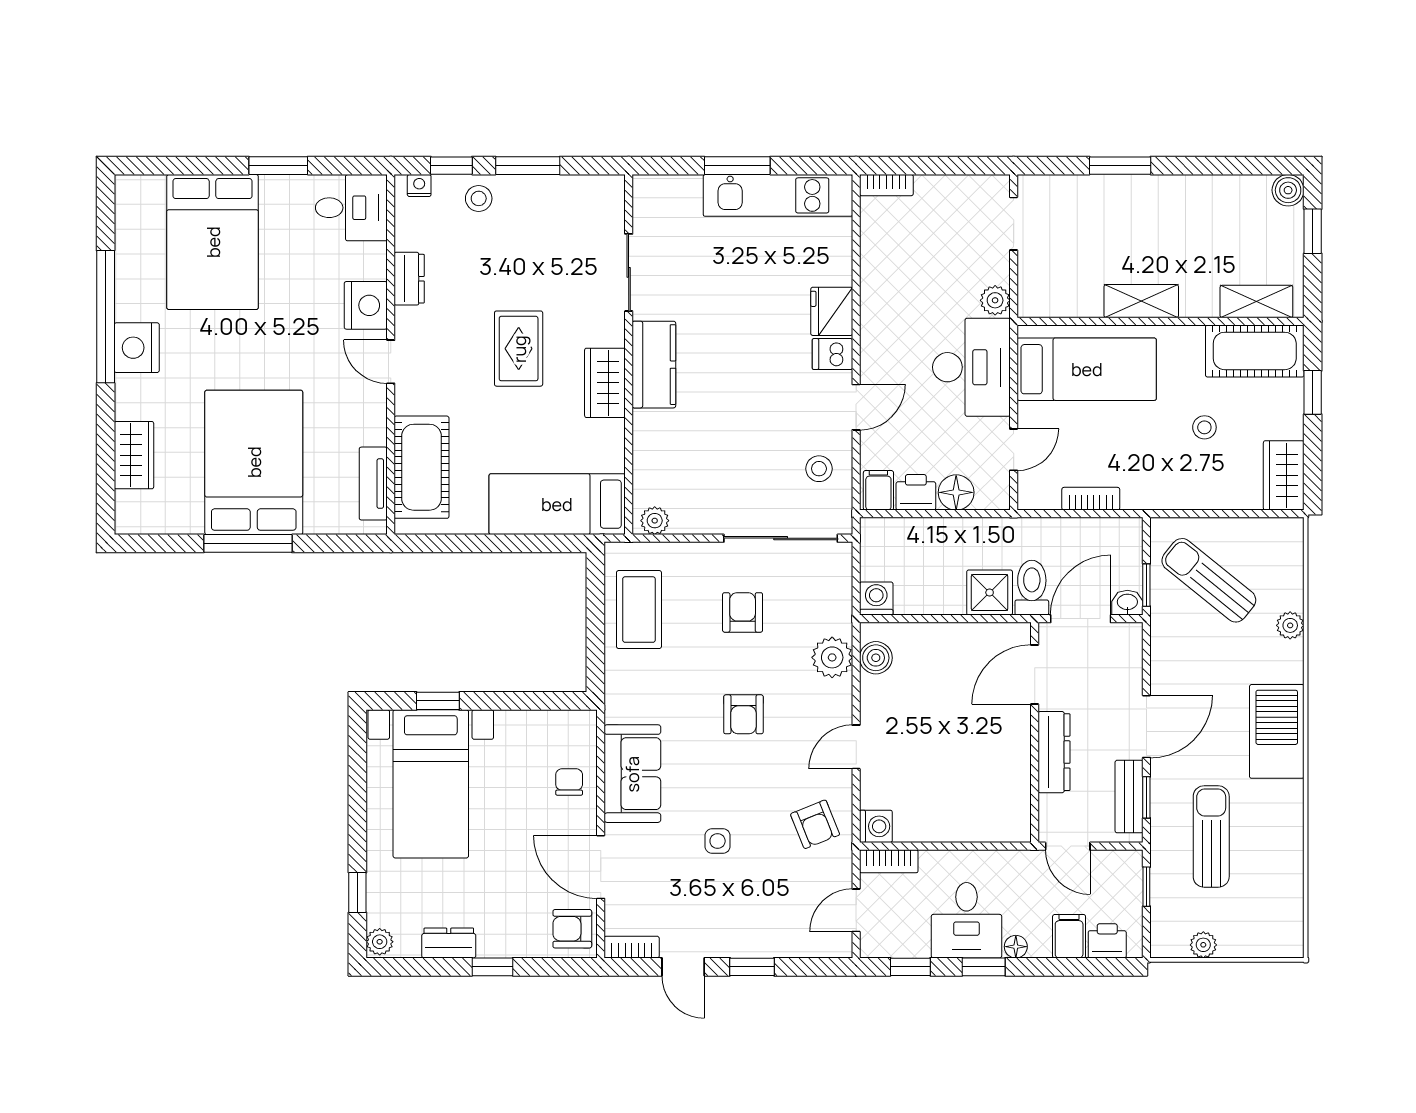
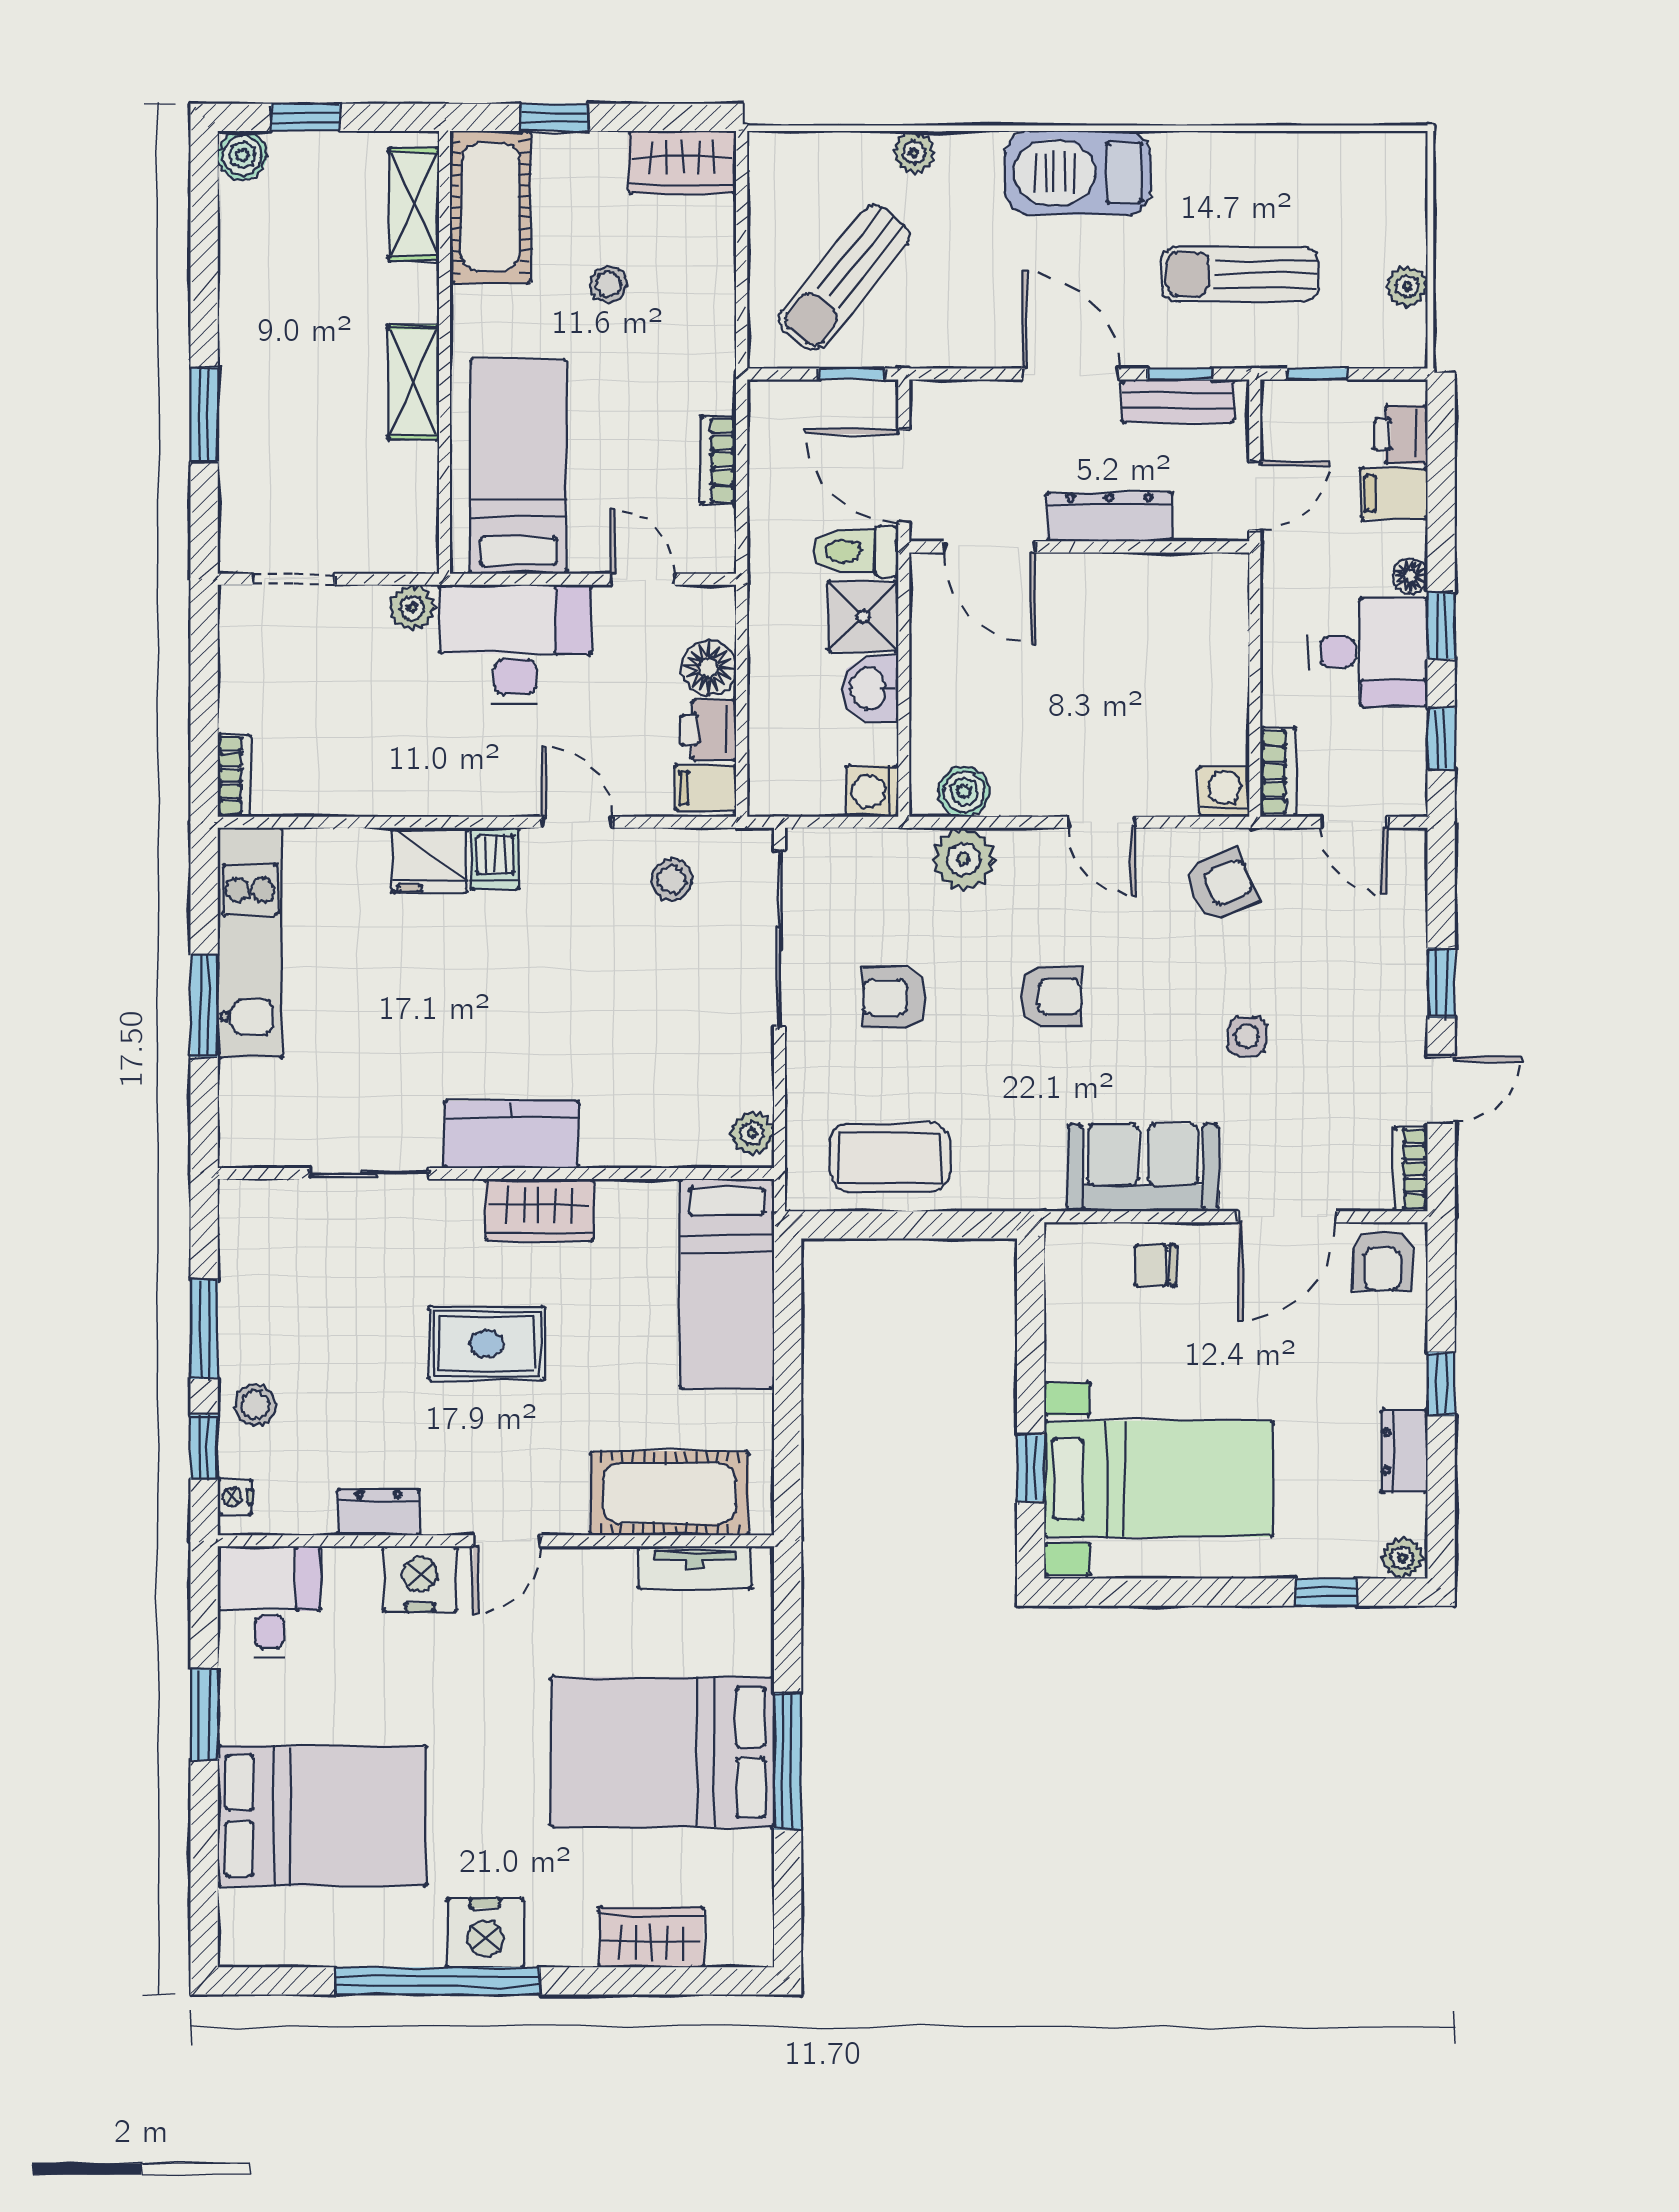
washbasin: (1127, 603) -> (870, 689), moved, width x1.38, depth x1.45

